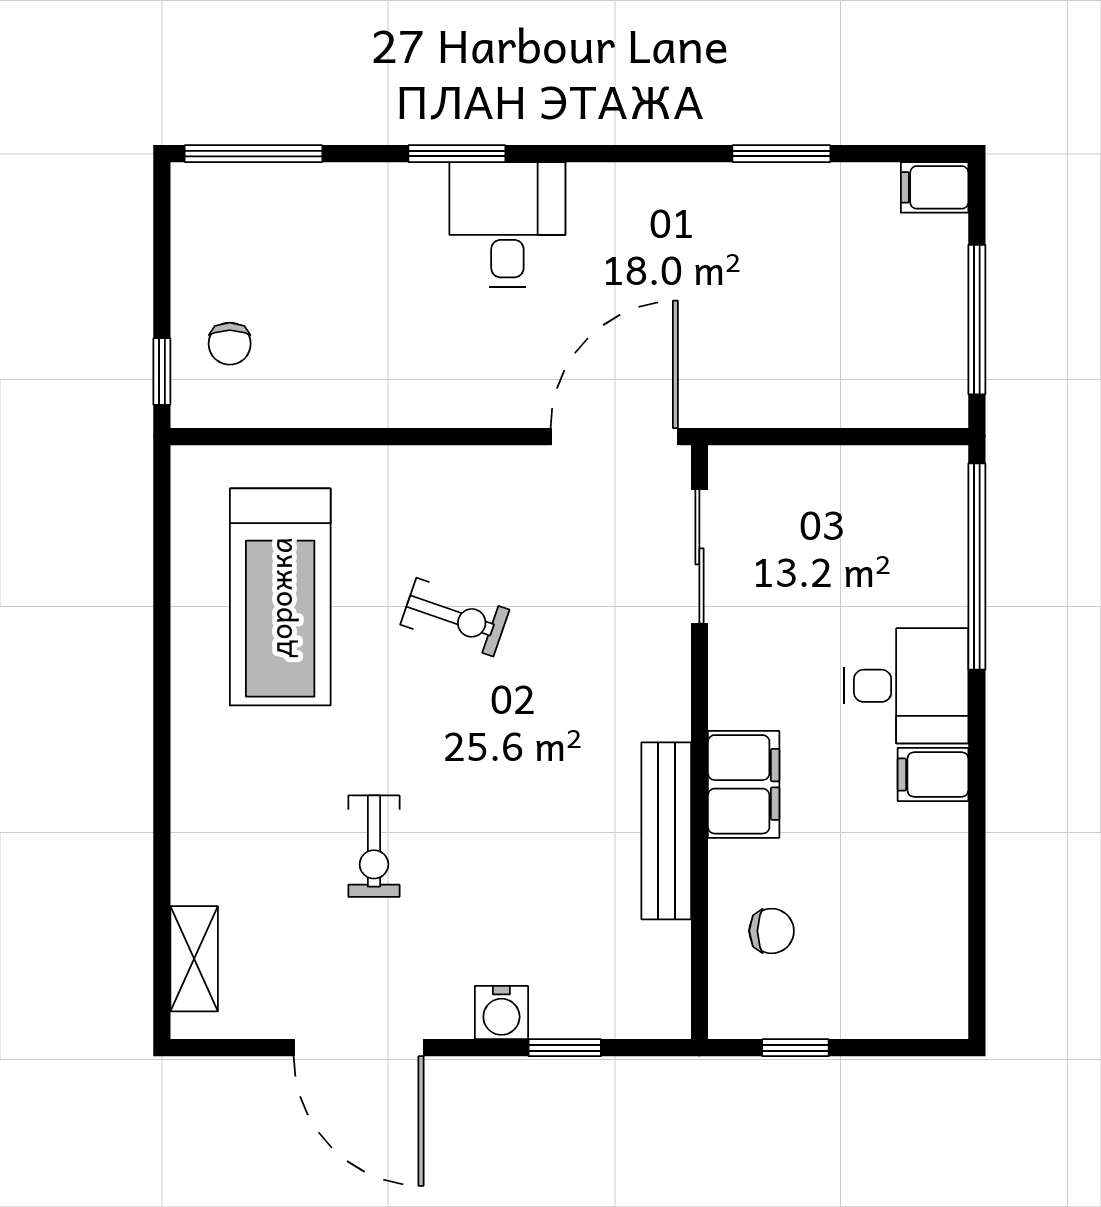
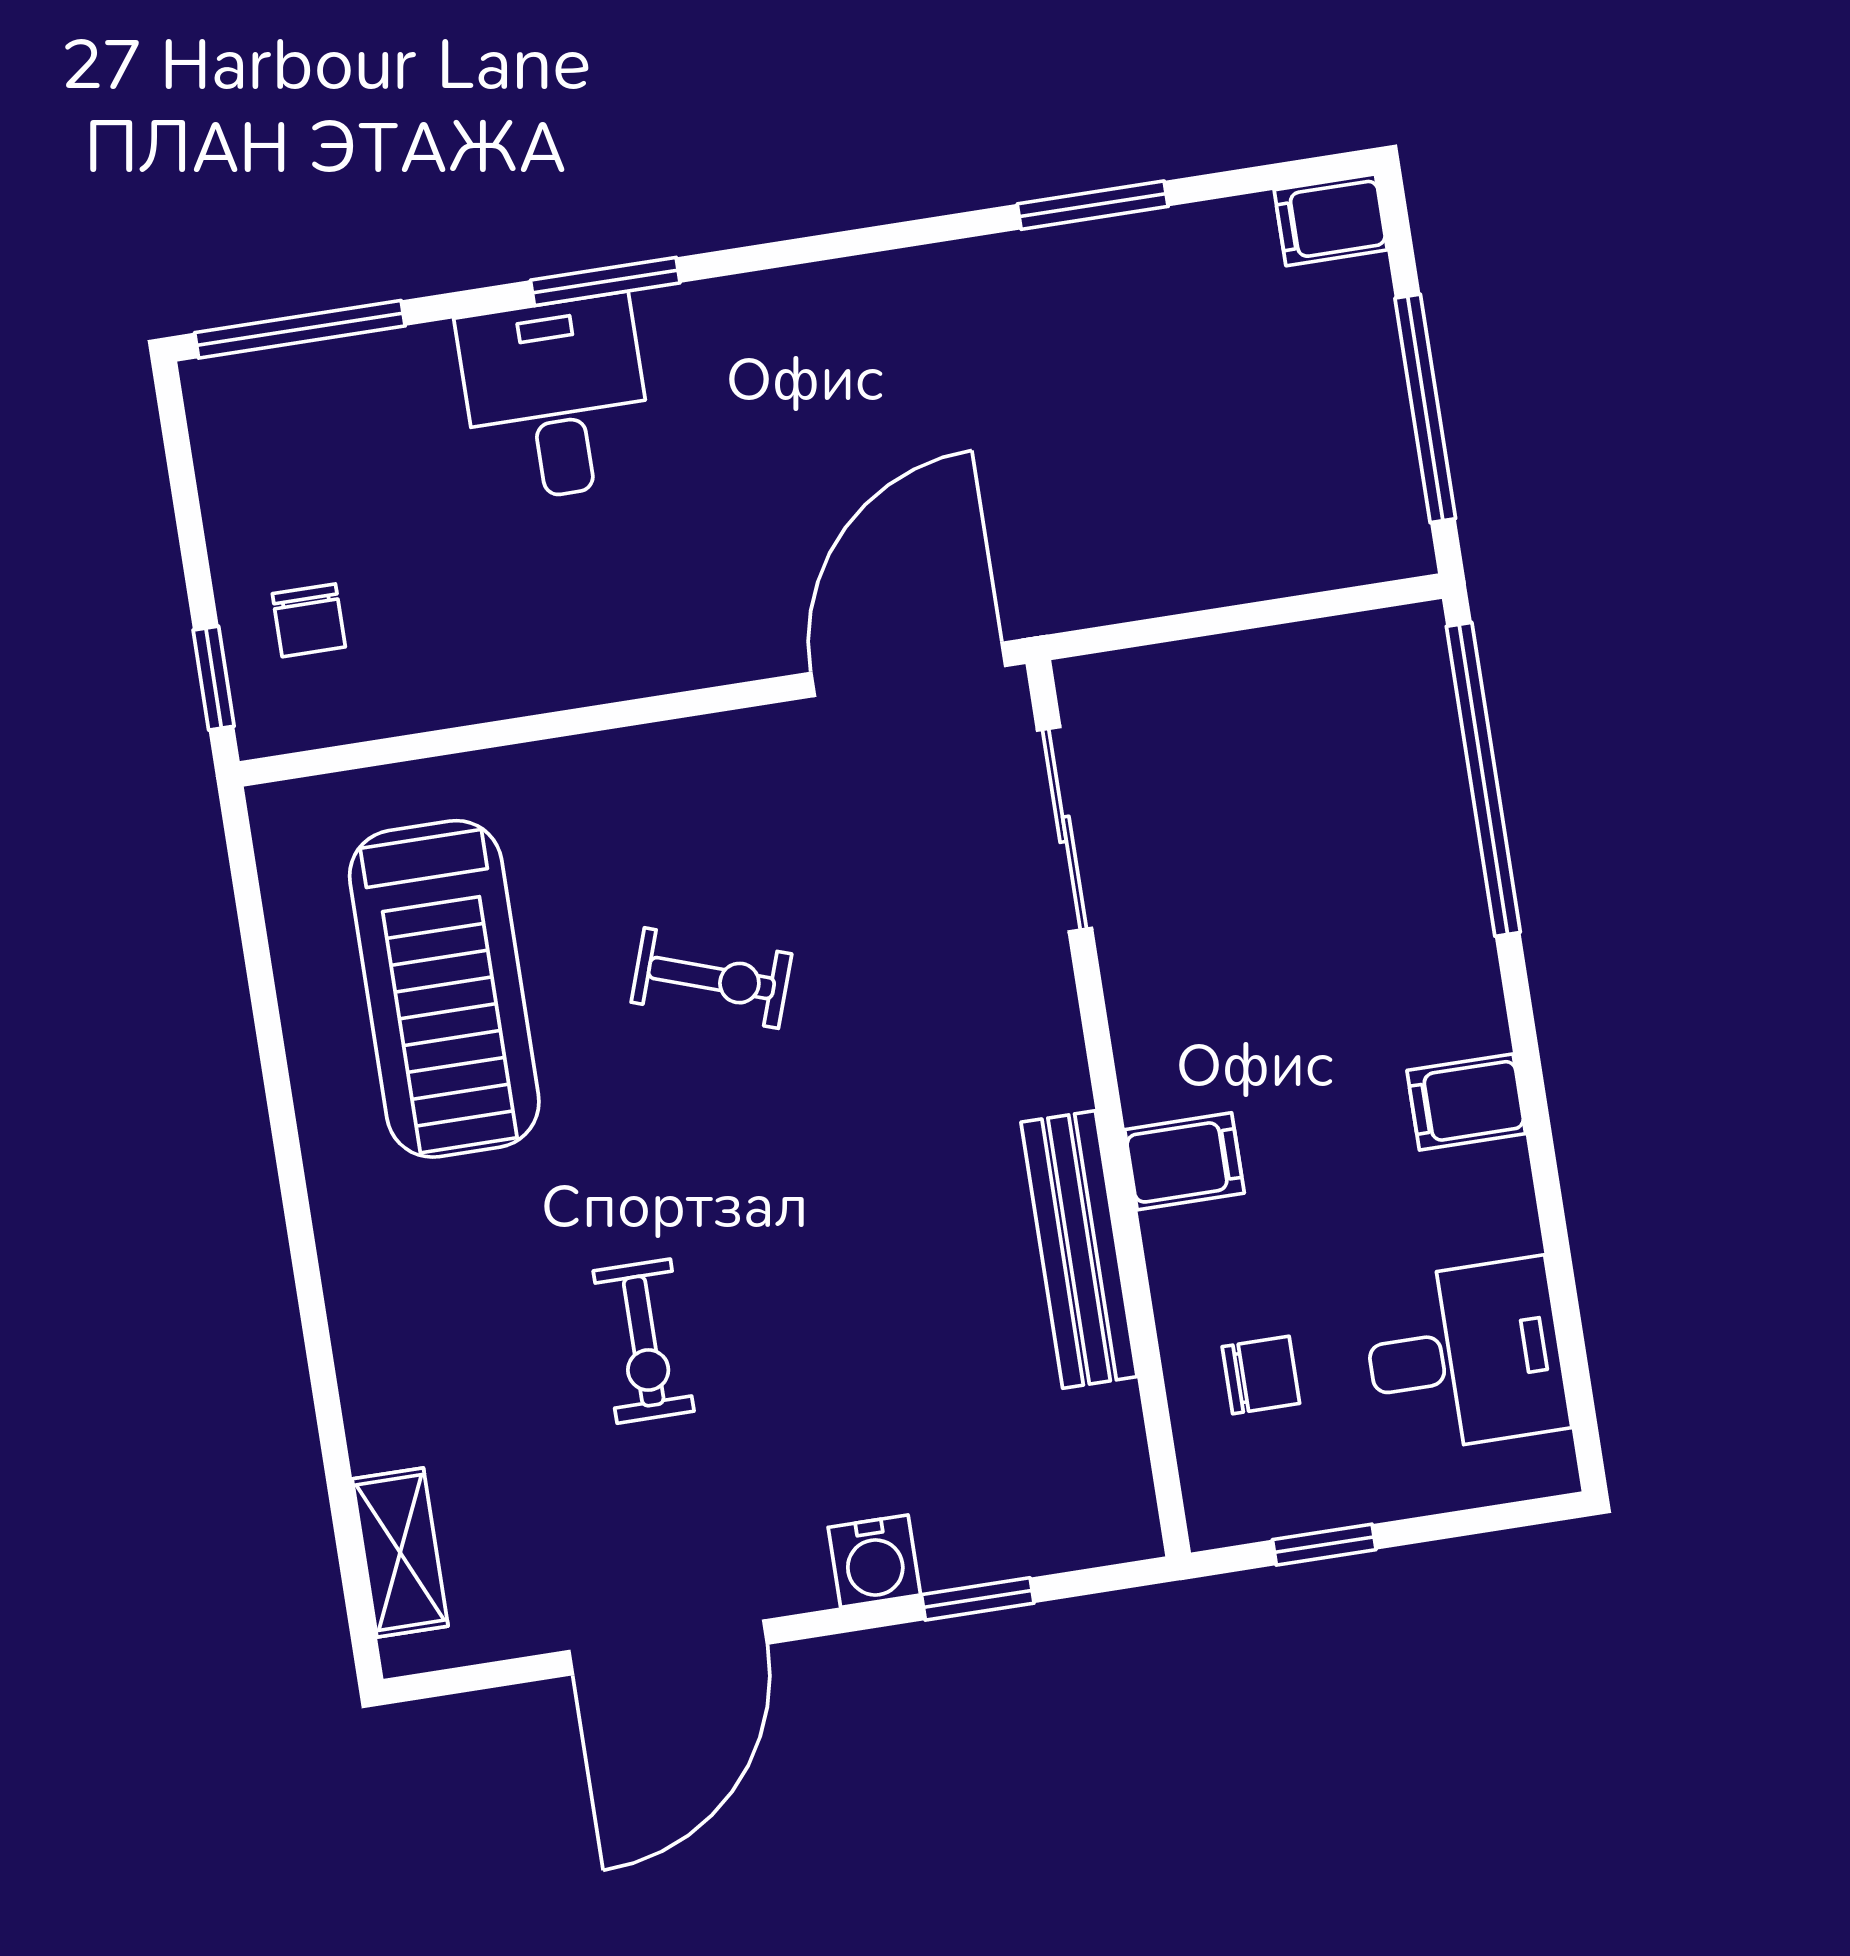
desk: (507, 225) -> (556, 399), moved
desk: (906, 686) -> (1465, 1356), moved
filing cabinet: (744, 784) -> (1184, 1161), width x0.50
door: (359, 1048) -> (668, 1647), hinge flipped

